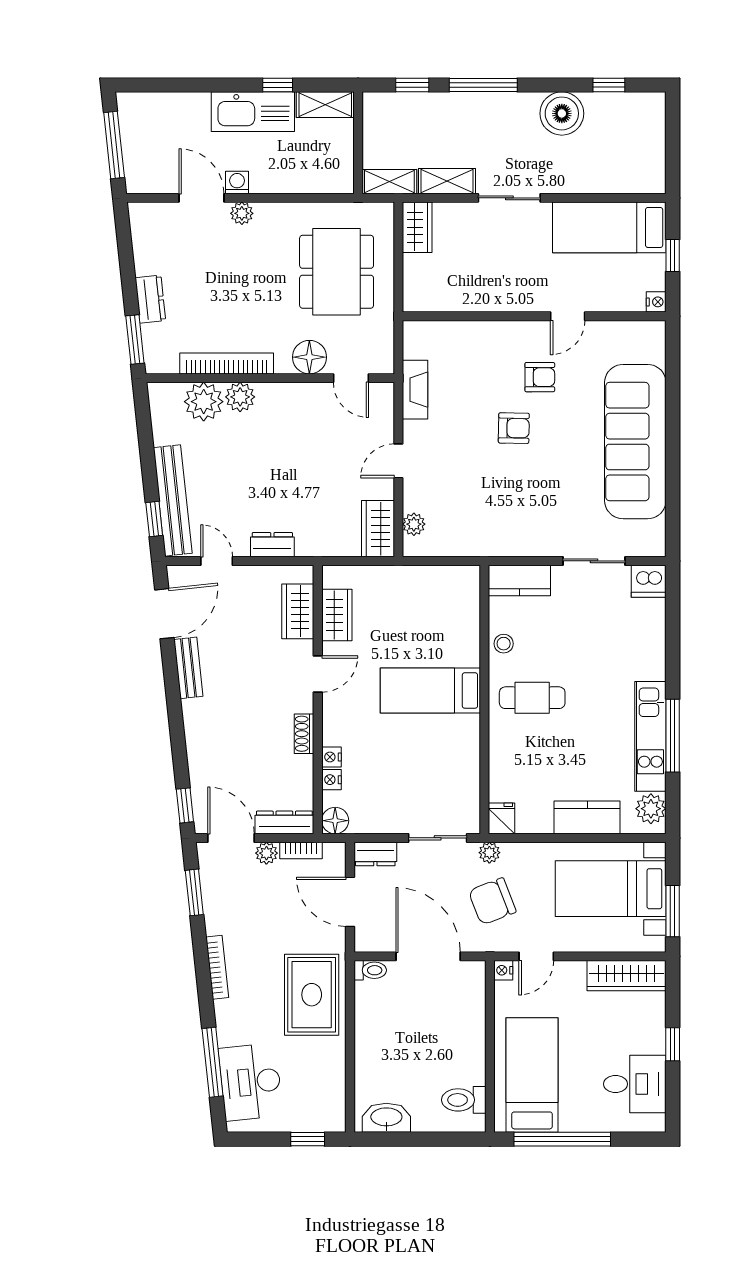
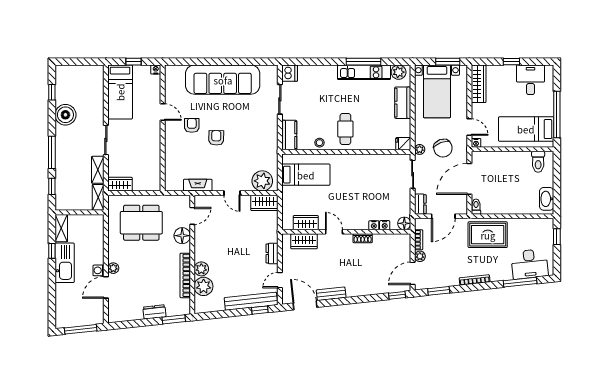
plant: (414, 524) -> (262, 181), width x1.88, depth x1.88
bed: (430, 690) -> (306, 175), moved, turned -90
dresser: (284, 822) -> (405, 248), removed

